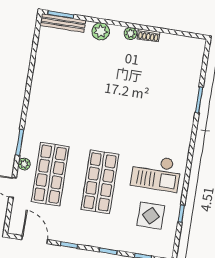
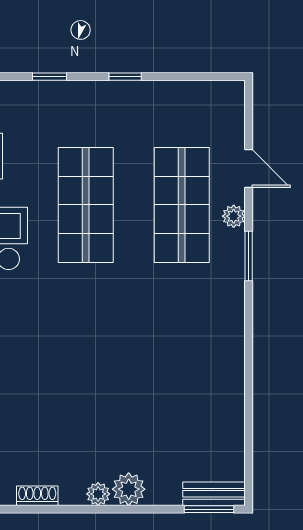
bench: (63, 23) -> (214, 494), width x0.73
plant: (130, 33) -> (98, 494), moved
door: (35, 240) -> (192, 77), removed

